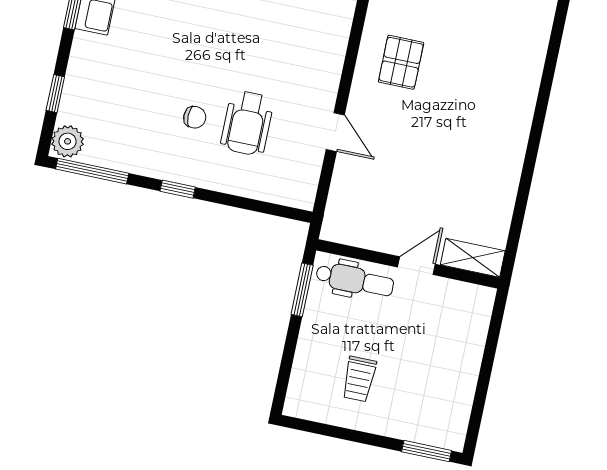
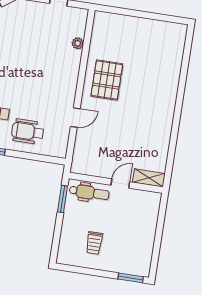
pallet: (401, 62) -> (107, 80), width x1.50, depth x1.42
wheelchair: (247, 123) -> (28, 132), moved, turned 90
door: (335, 132) -> (75, 118), hinge flipped

